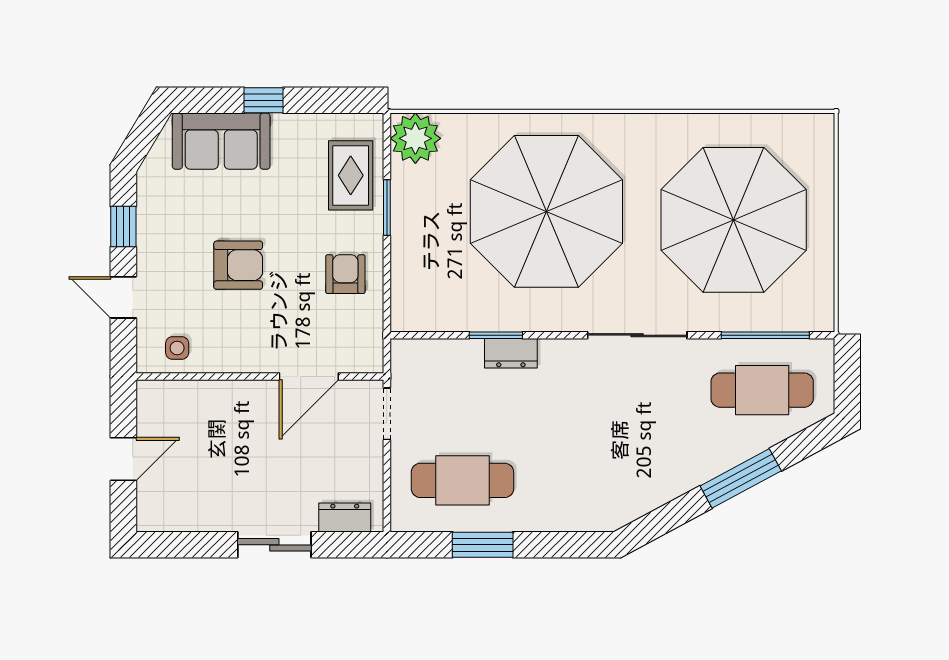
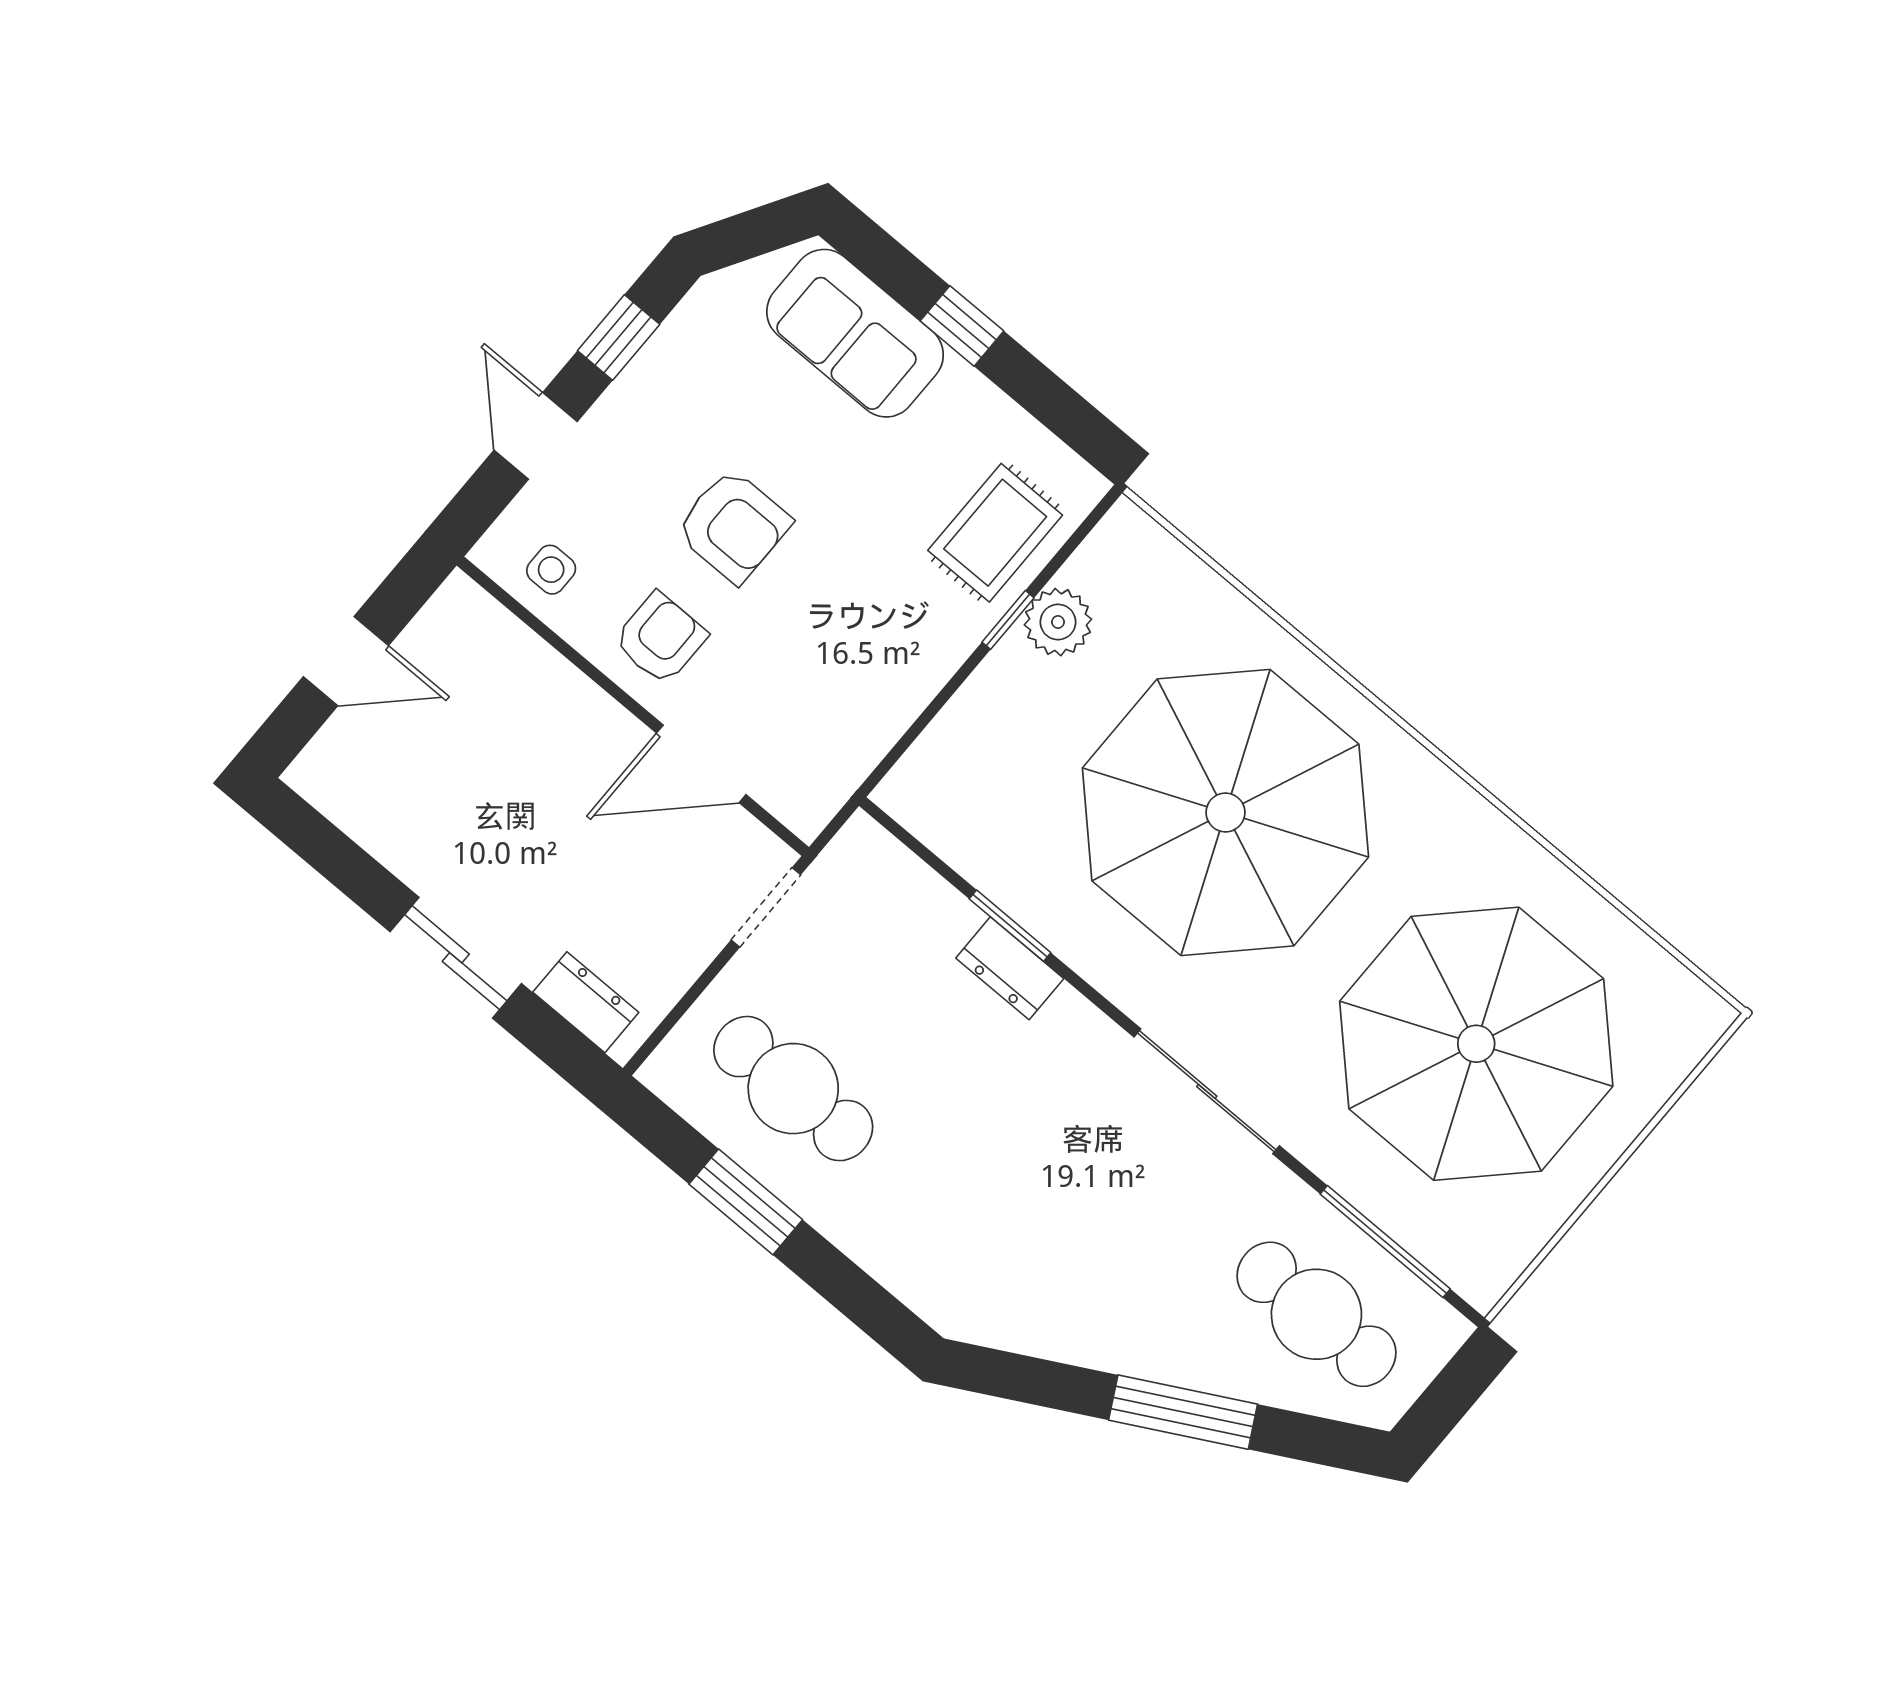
plant: (415, 138) -> (1058, 622), moved, width x0.73, depth x0.73
window: (387, 208) -> (1008, 620), width x0.67
armchair: (345, 274) -> (660, 638), moved

